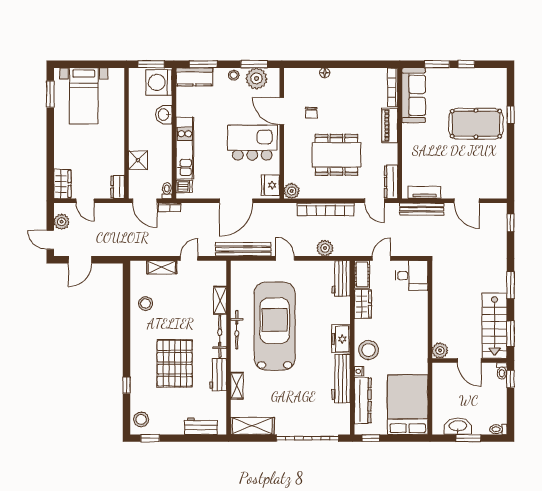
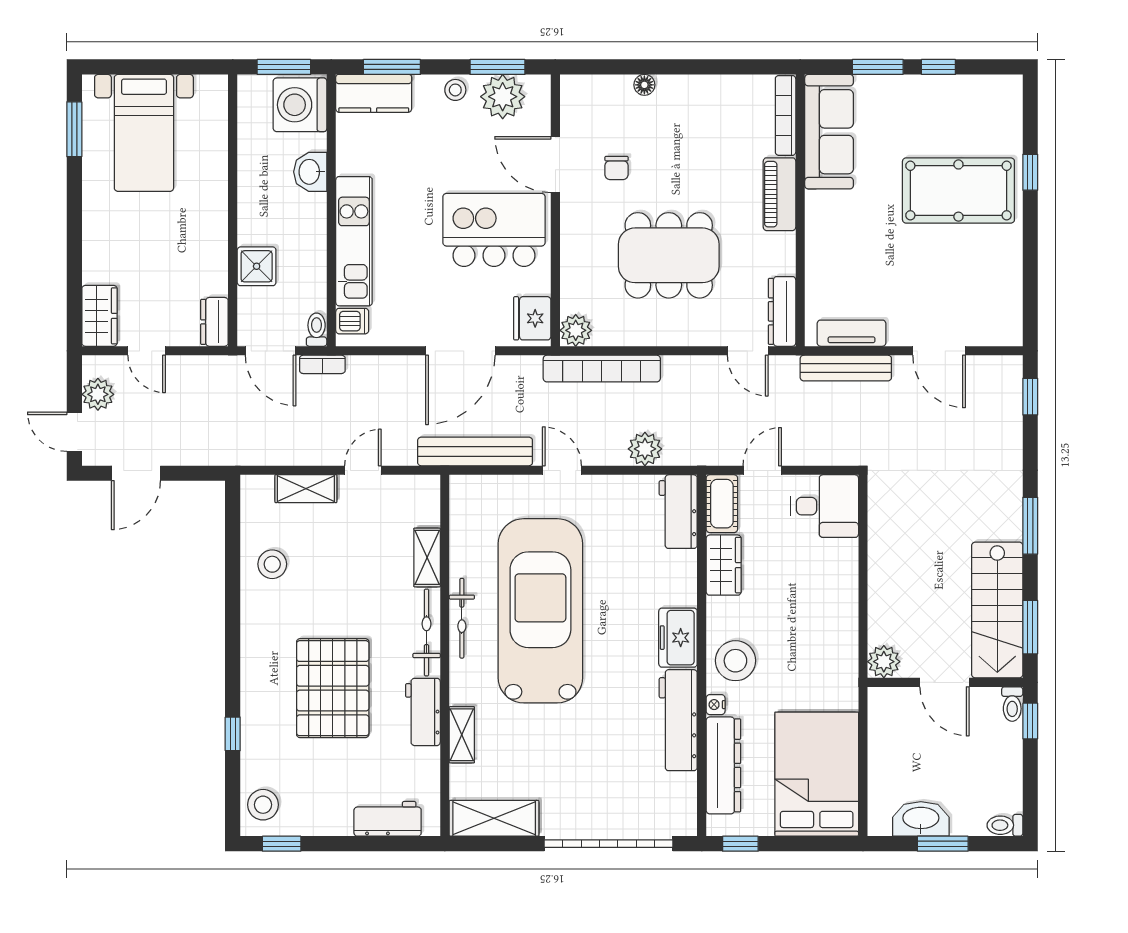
bookcase: (325, 209) -> (602, 369), moved

